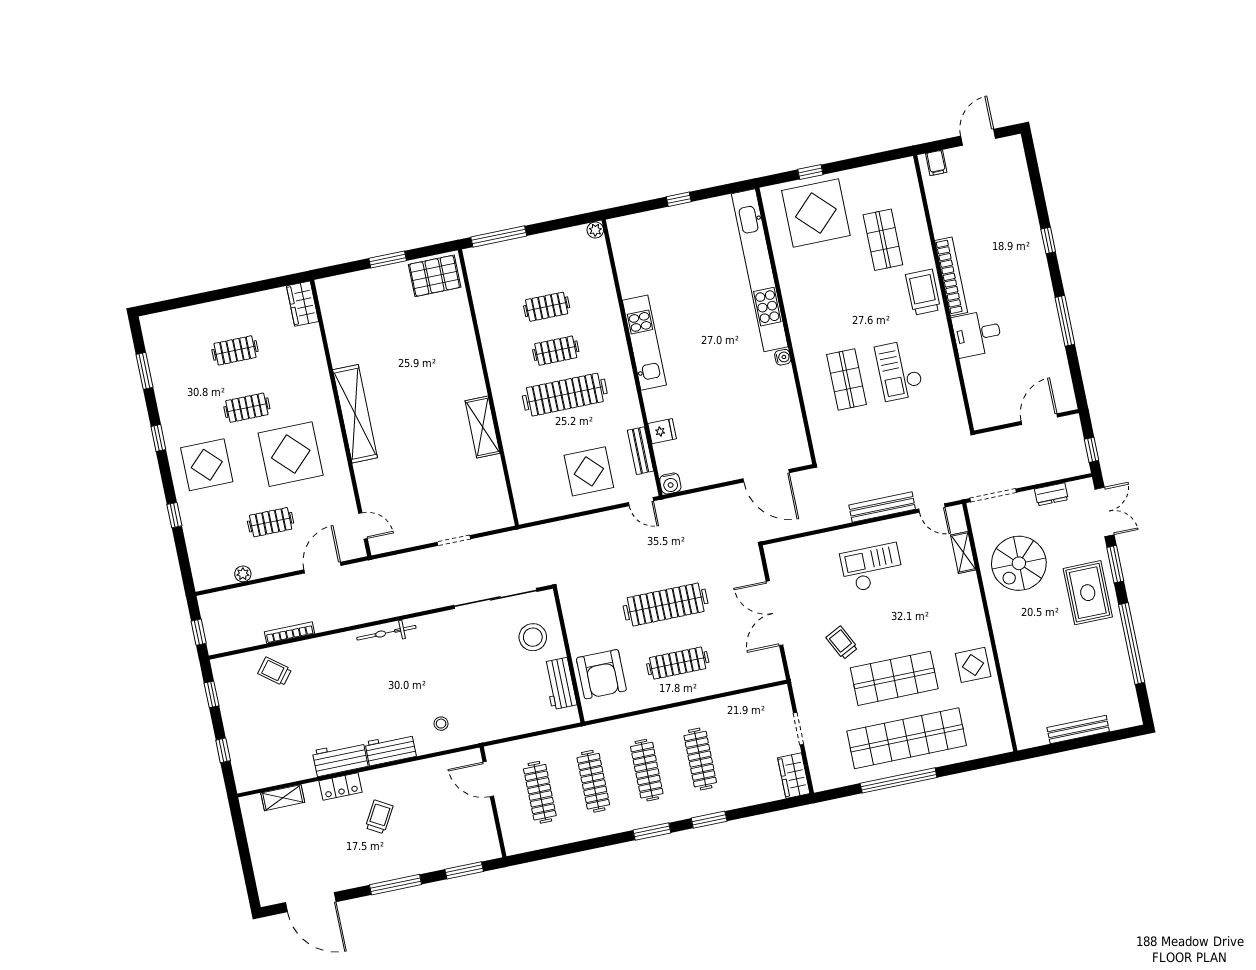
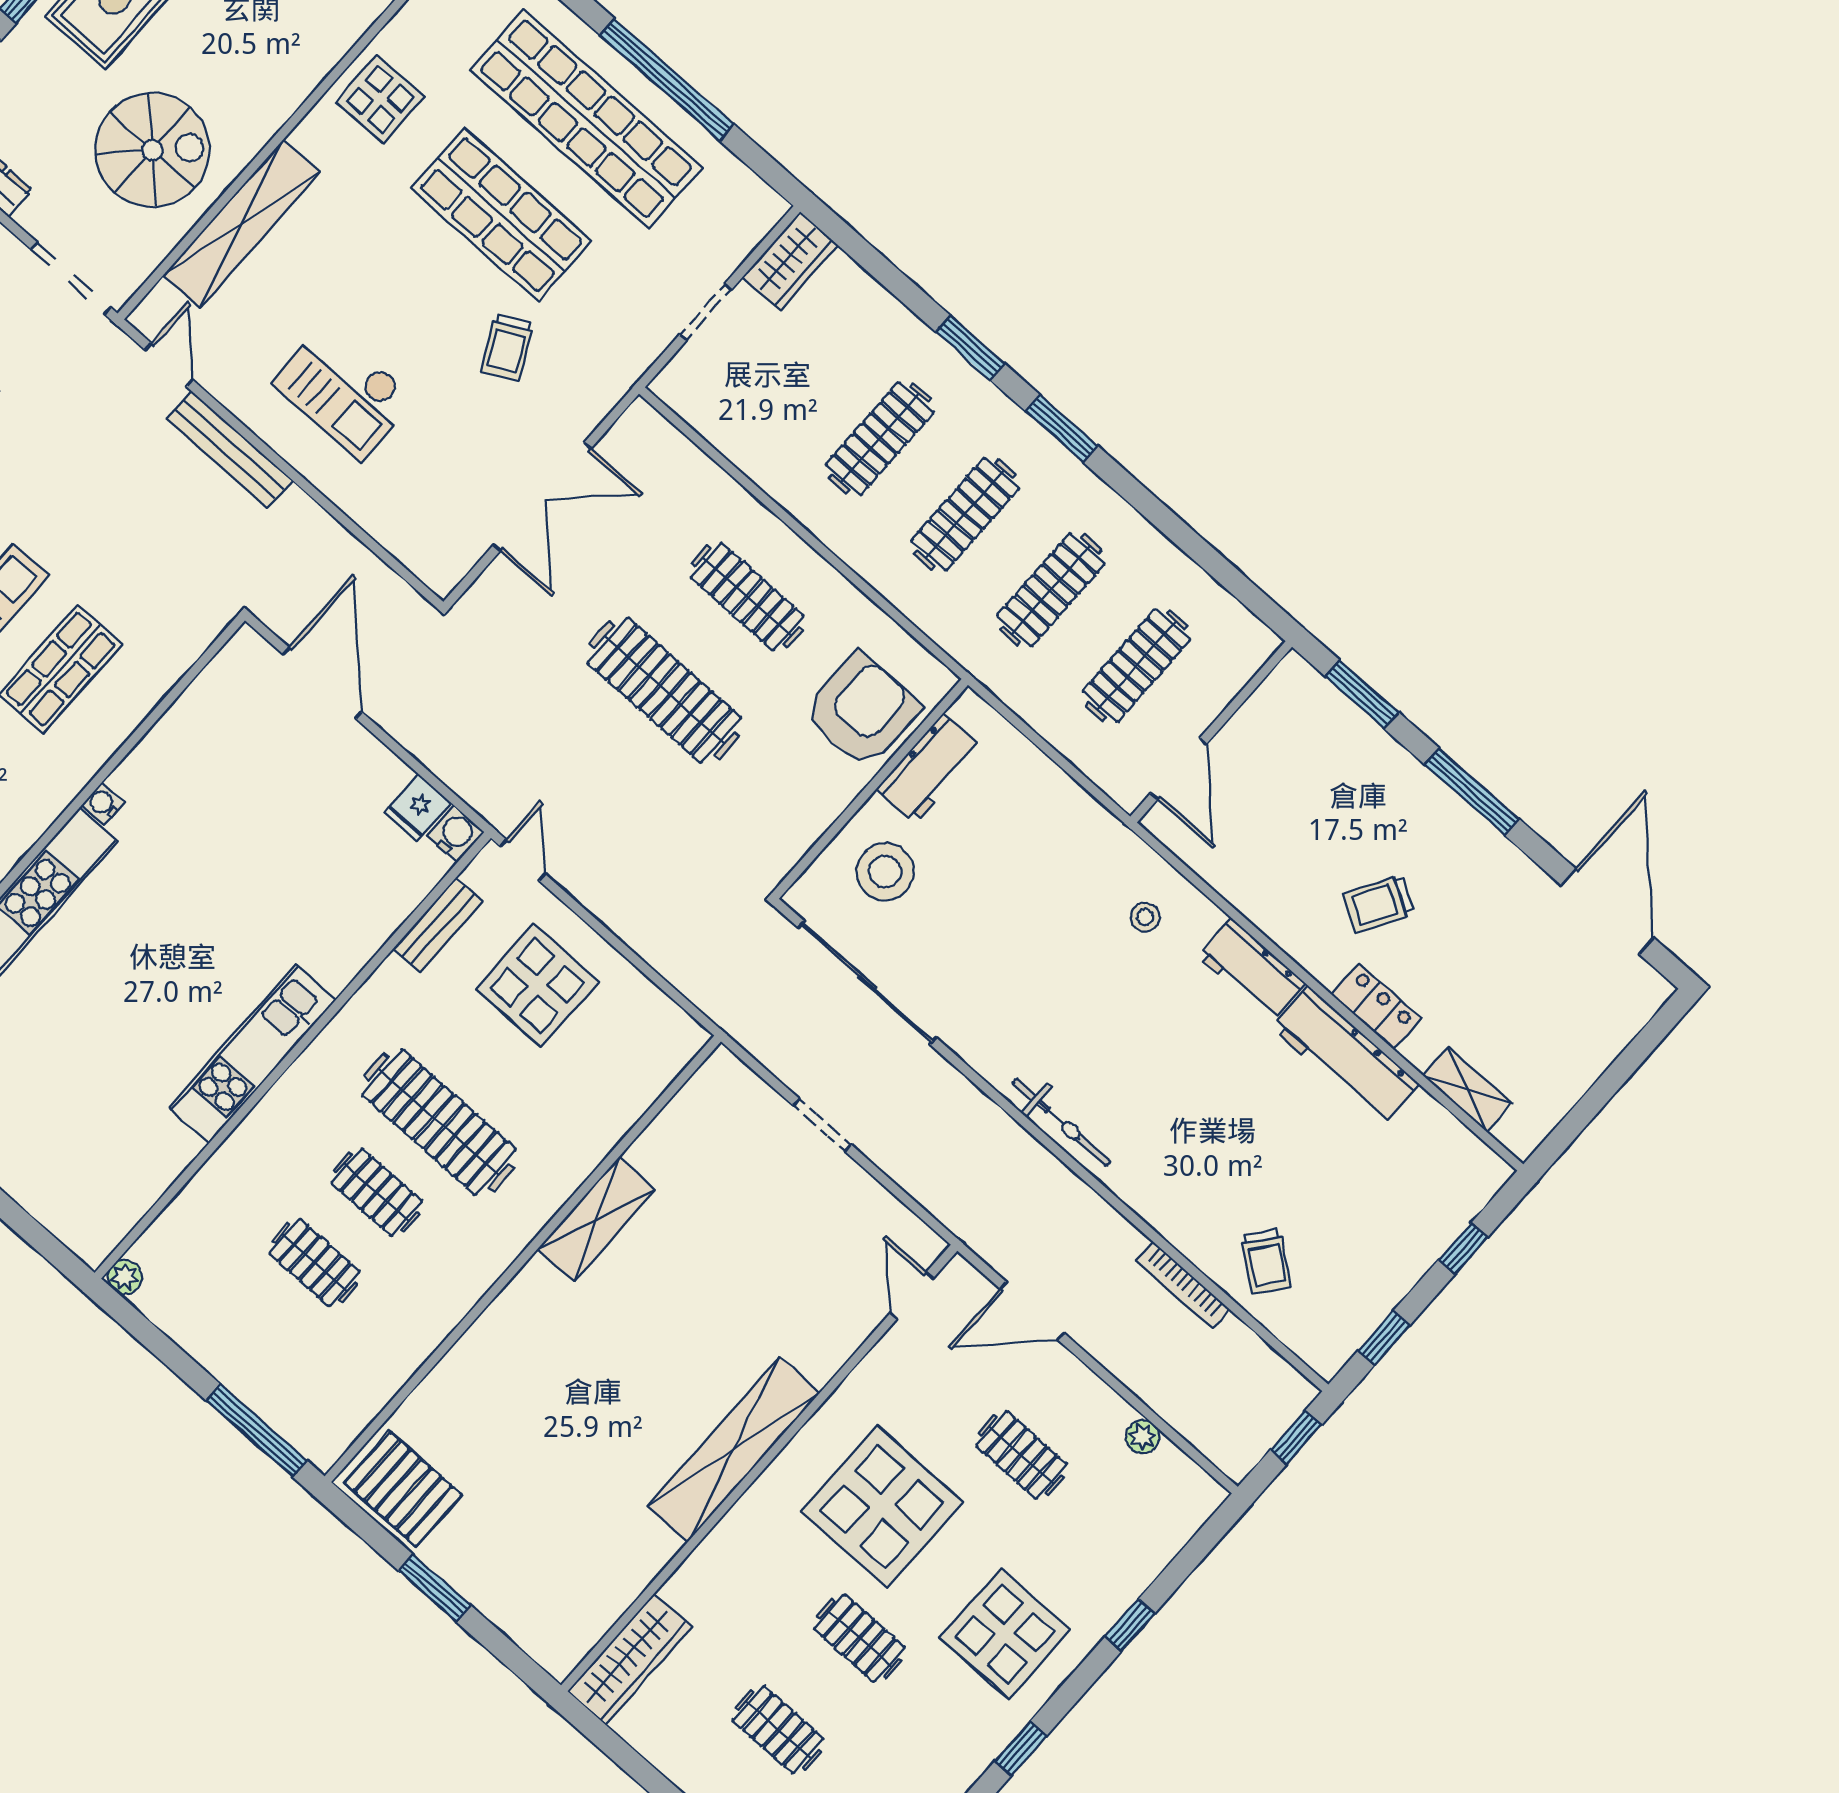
wardrobe: (303, 304) -> (630, 1659), width x1.50
fridge: (662, 431) -> (418, 808), moved, turned -90
shelving: (963, 552) -> (241, 224), width x2.20, depth x1.33
workbench: (340, 759) -> (1345, 1056), width x1.38

